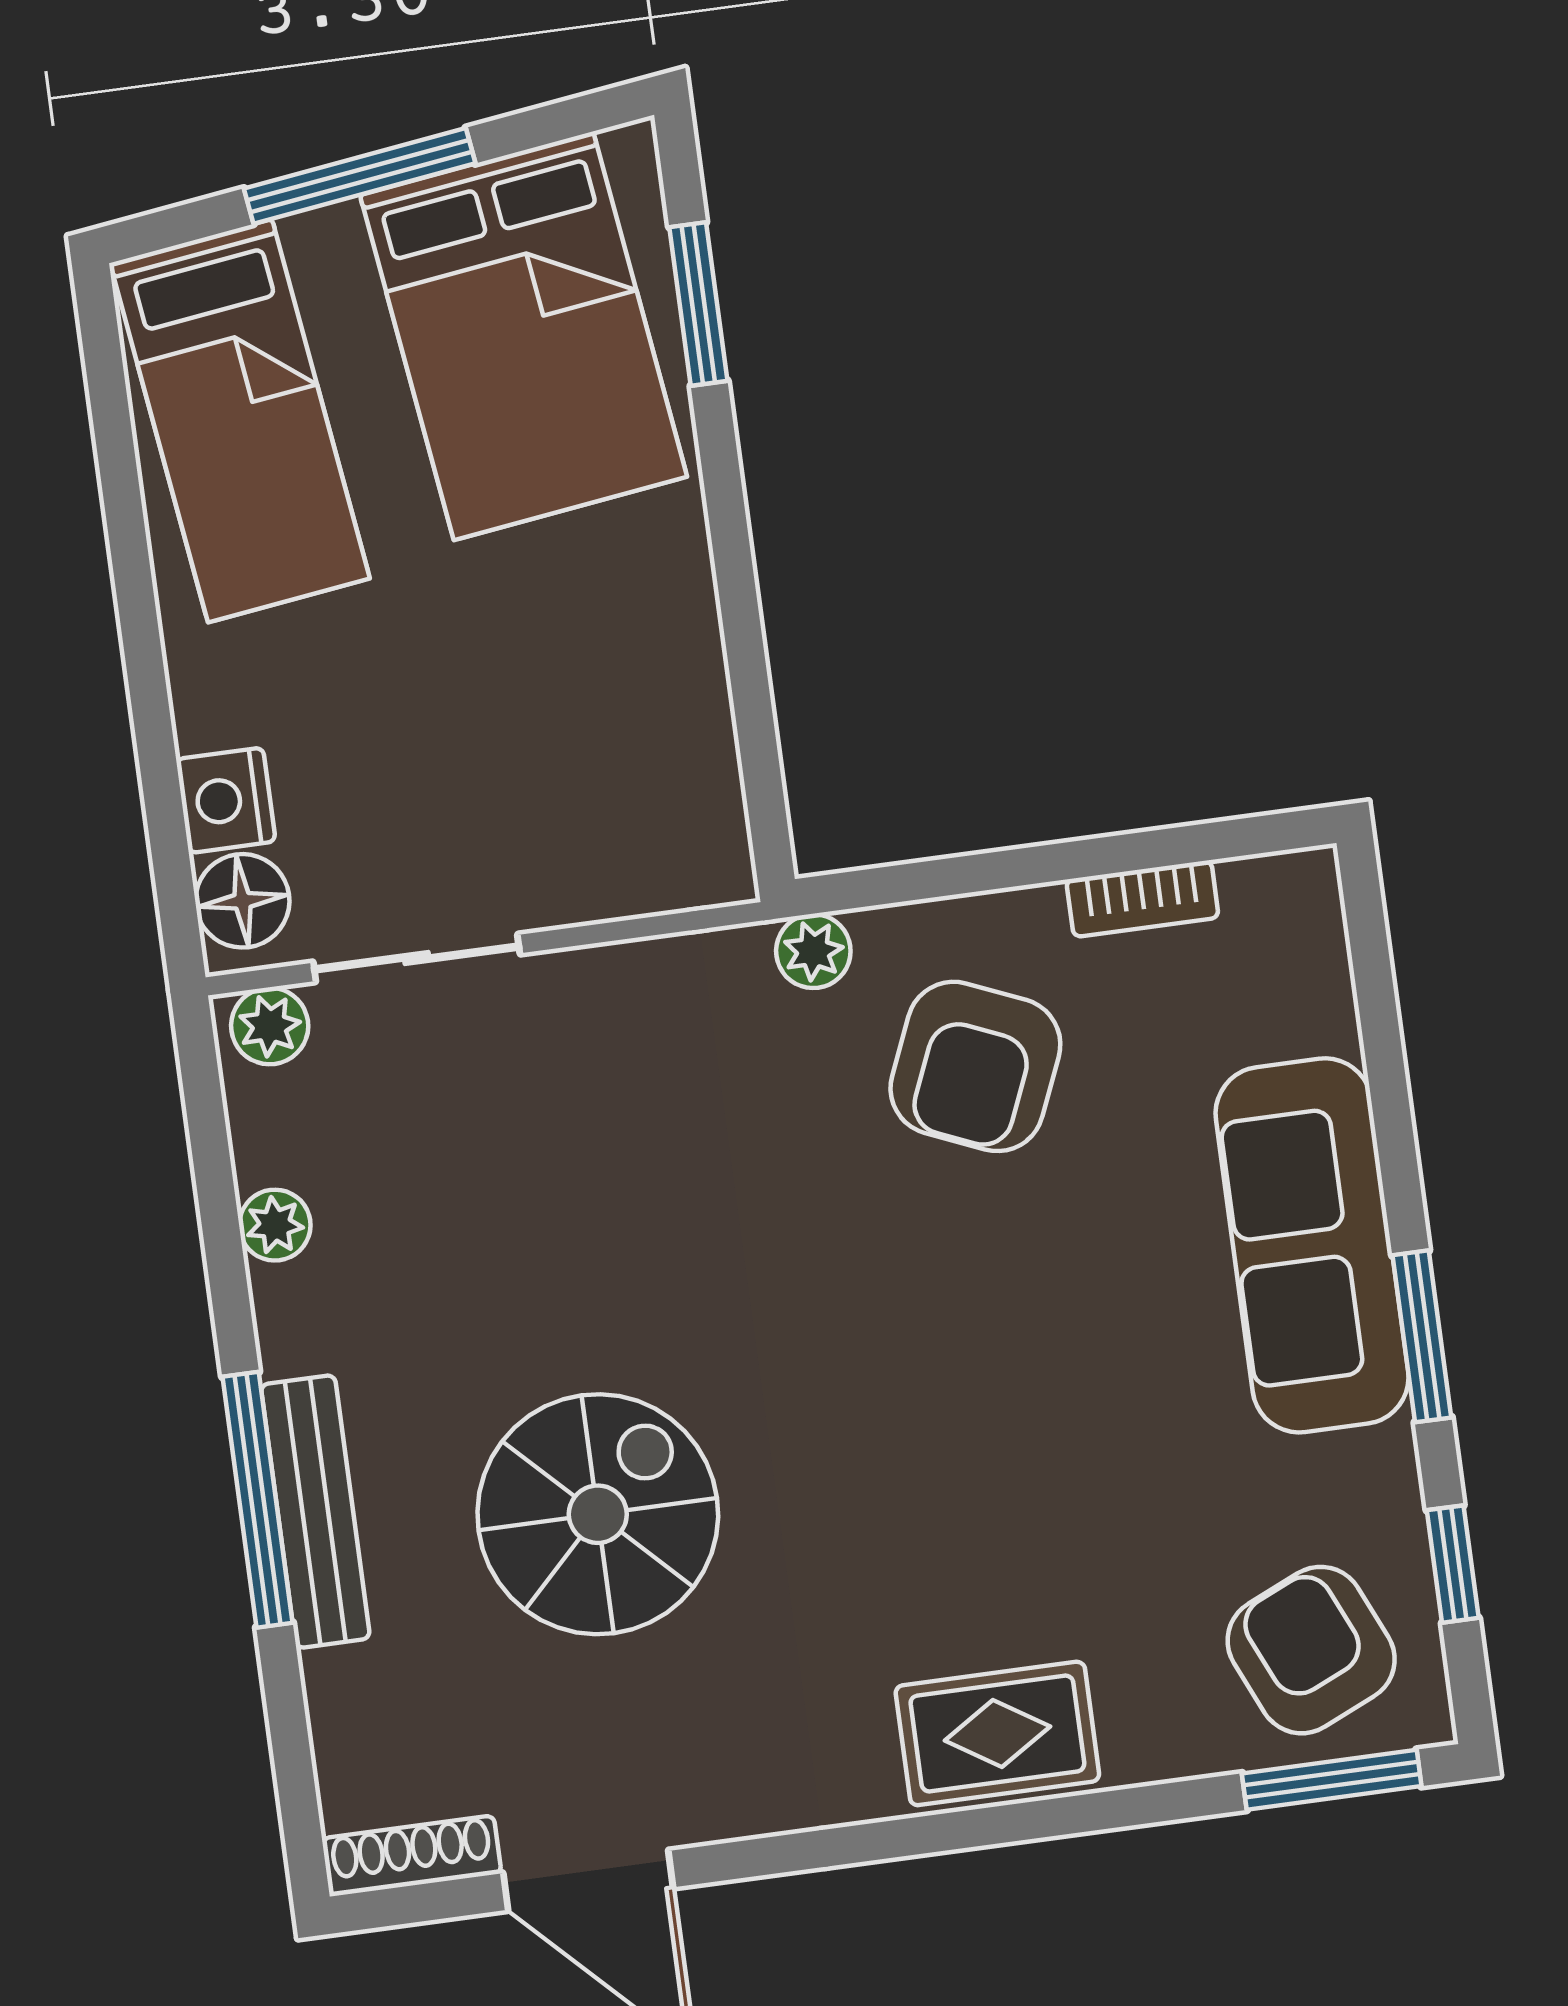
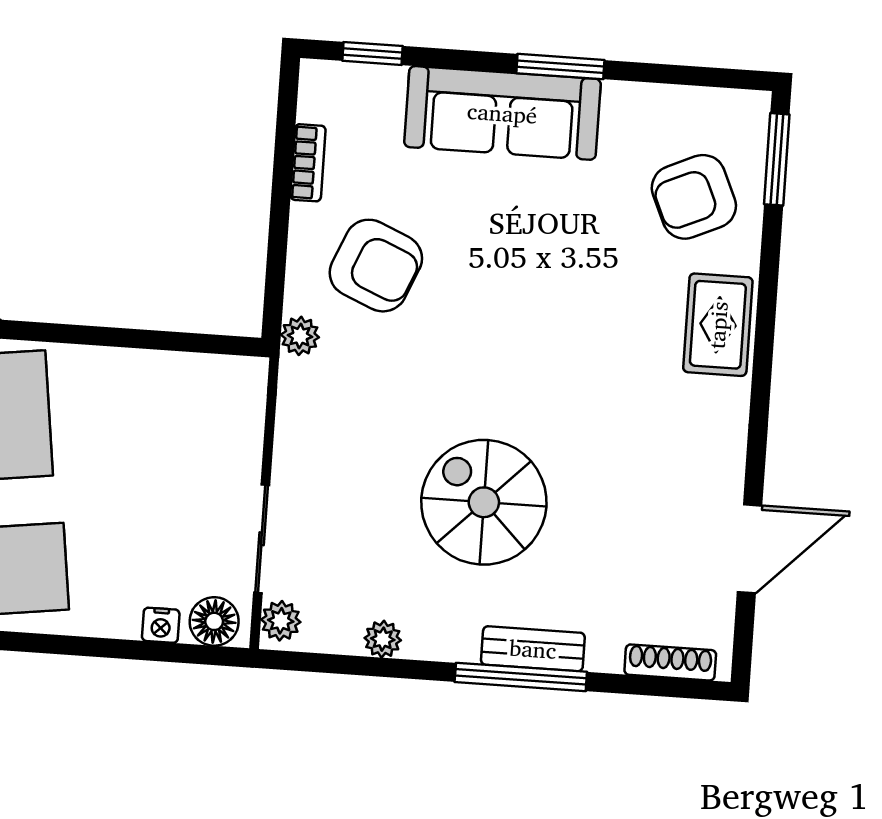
nightstand: (226, 800) -> (161, 625), width x0.72, depth x0.74
bench: (315, 1512) -> (533, 649), width x0.73
spiral stairs: (598, 1514) -> (484, 502), moved
window: (1453, 1564) -> (372, 53), moved
armchair: (1311, 1650) -> (694, 197), moved
shoe rack: (412, 1856) -> (670, 662), moved, turned 90

